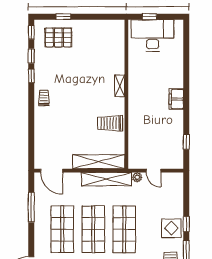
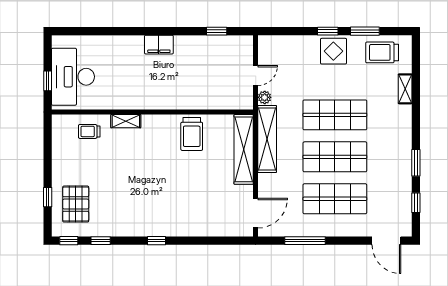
window: (31, 76) -> (157, 241), moved
shelving: (120, 86) -> (126, 121), moved
trolley: (44, 98) -> (89, 131), moved

